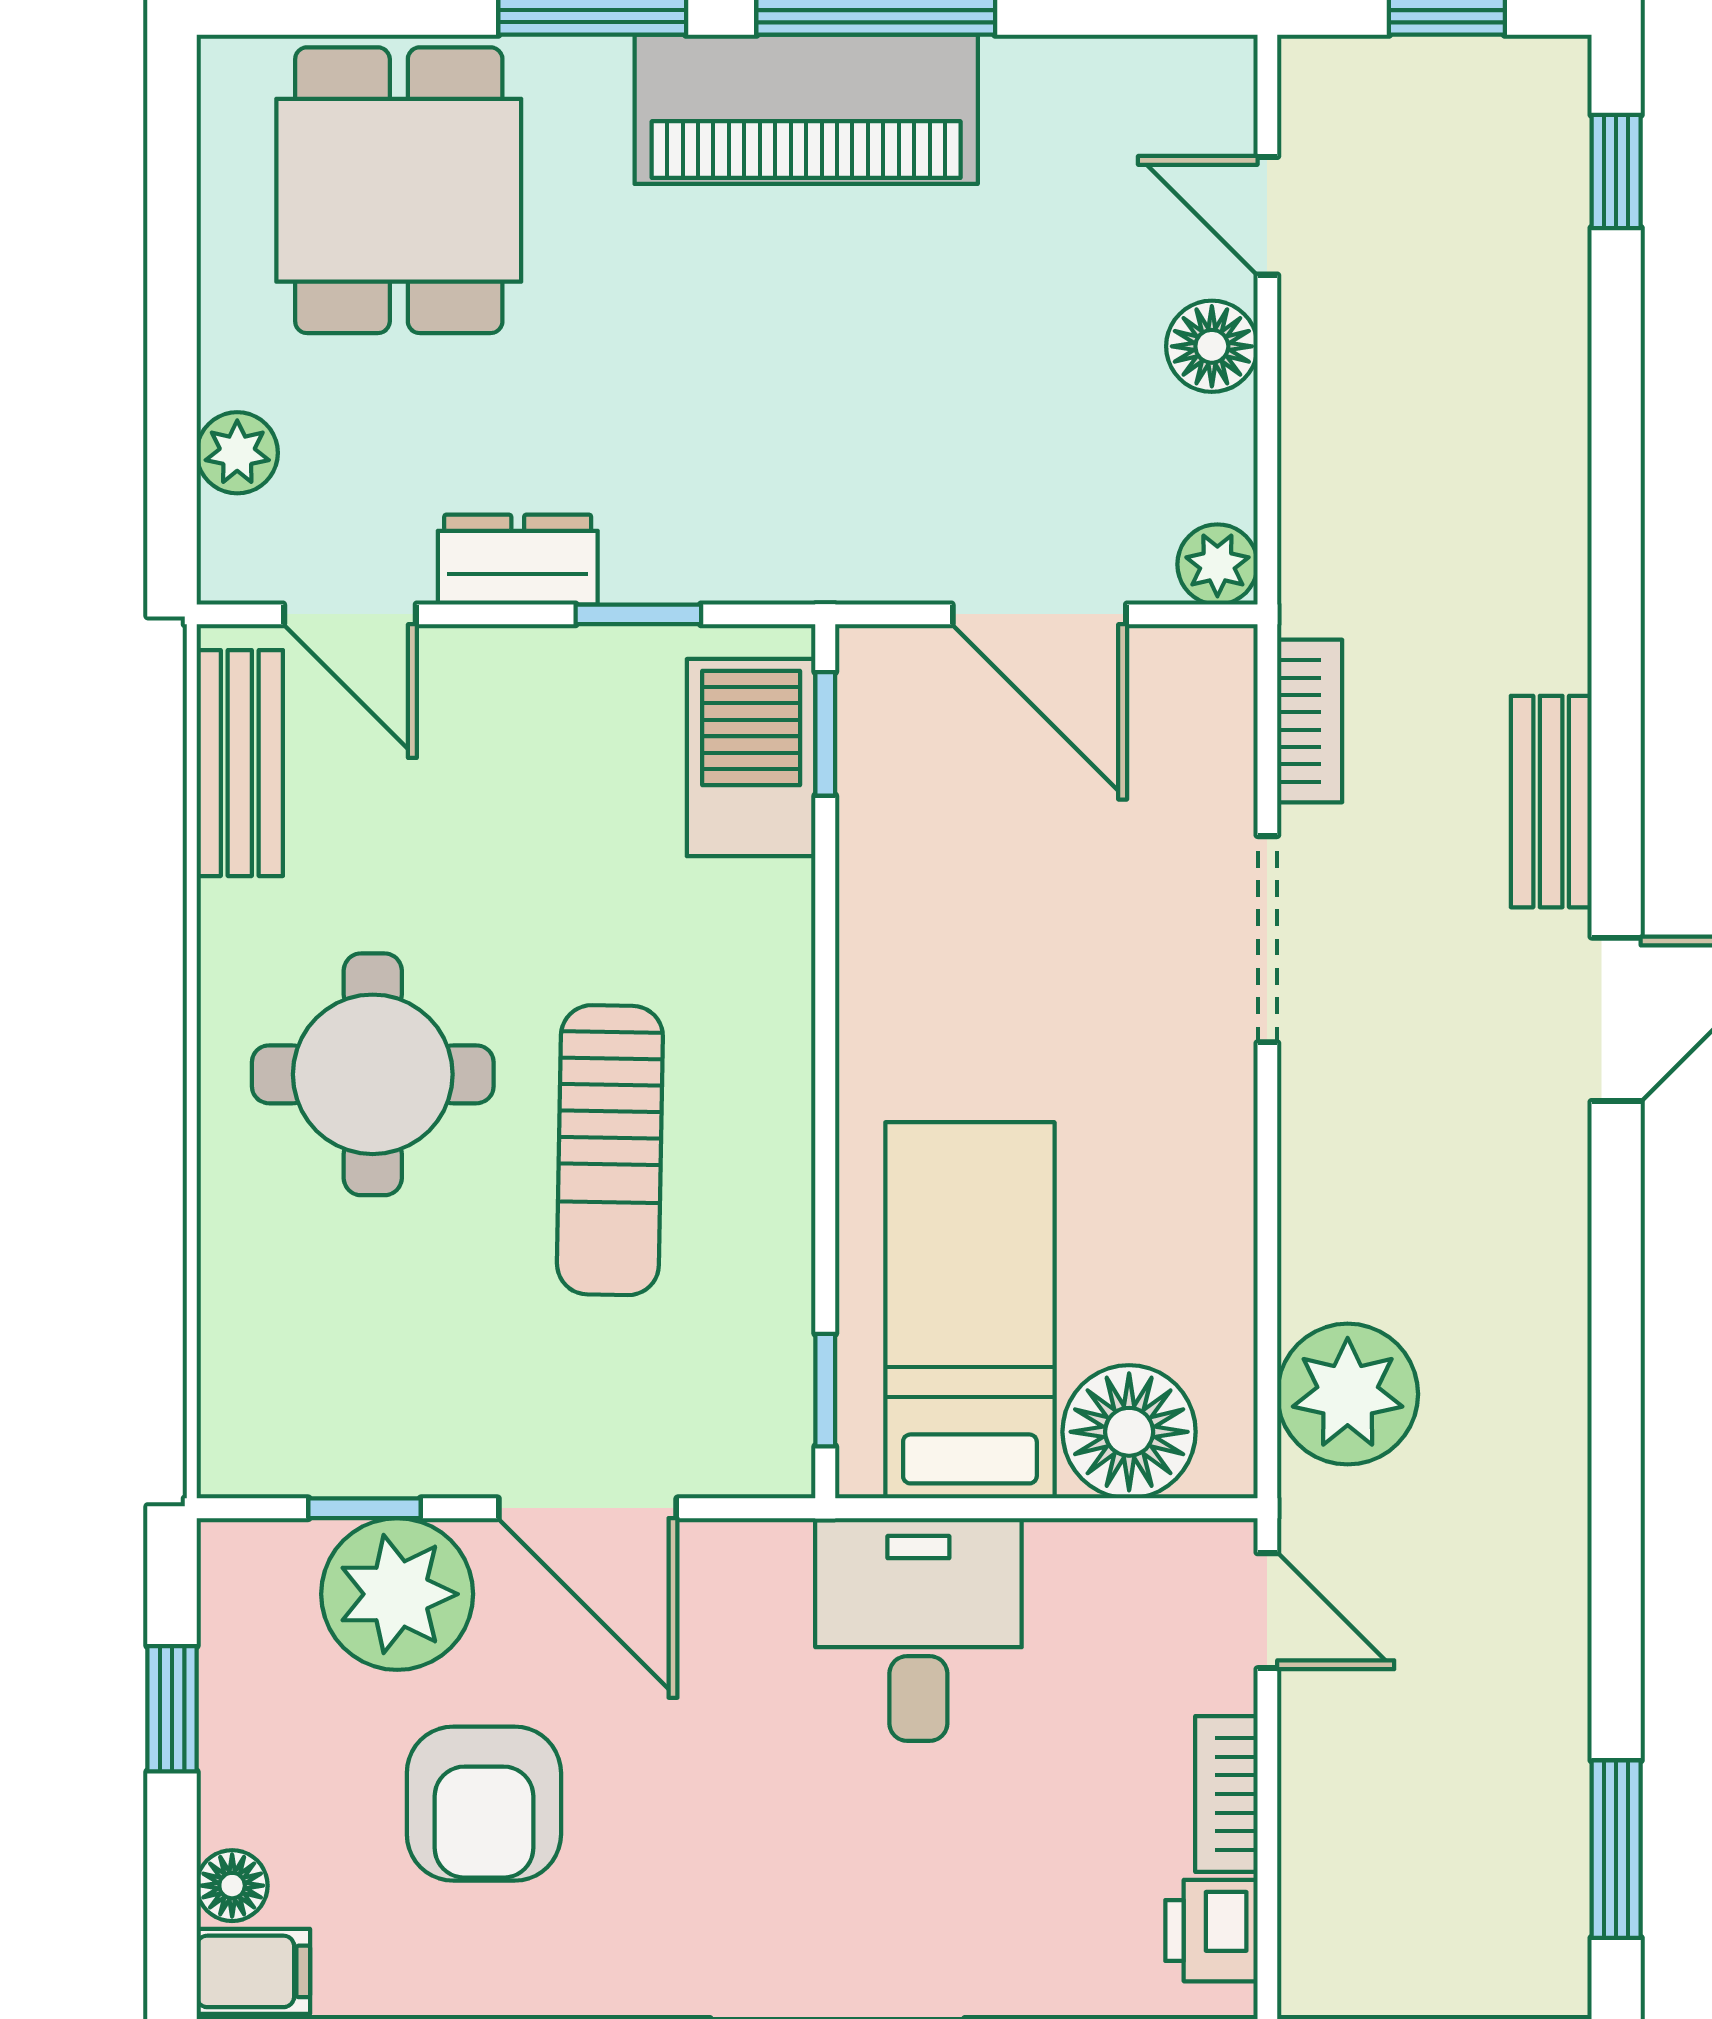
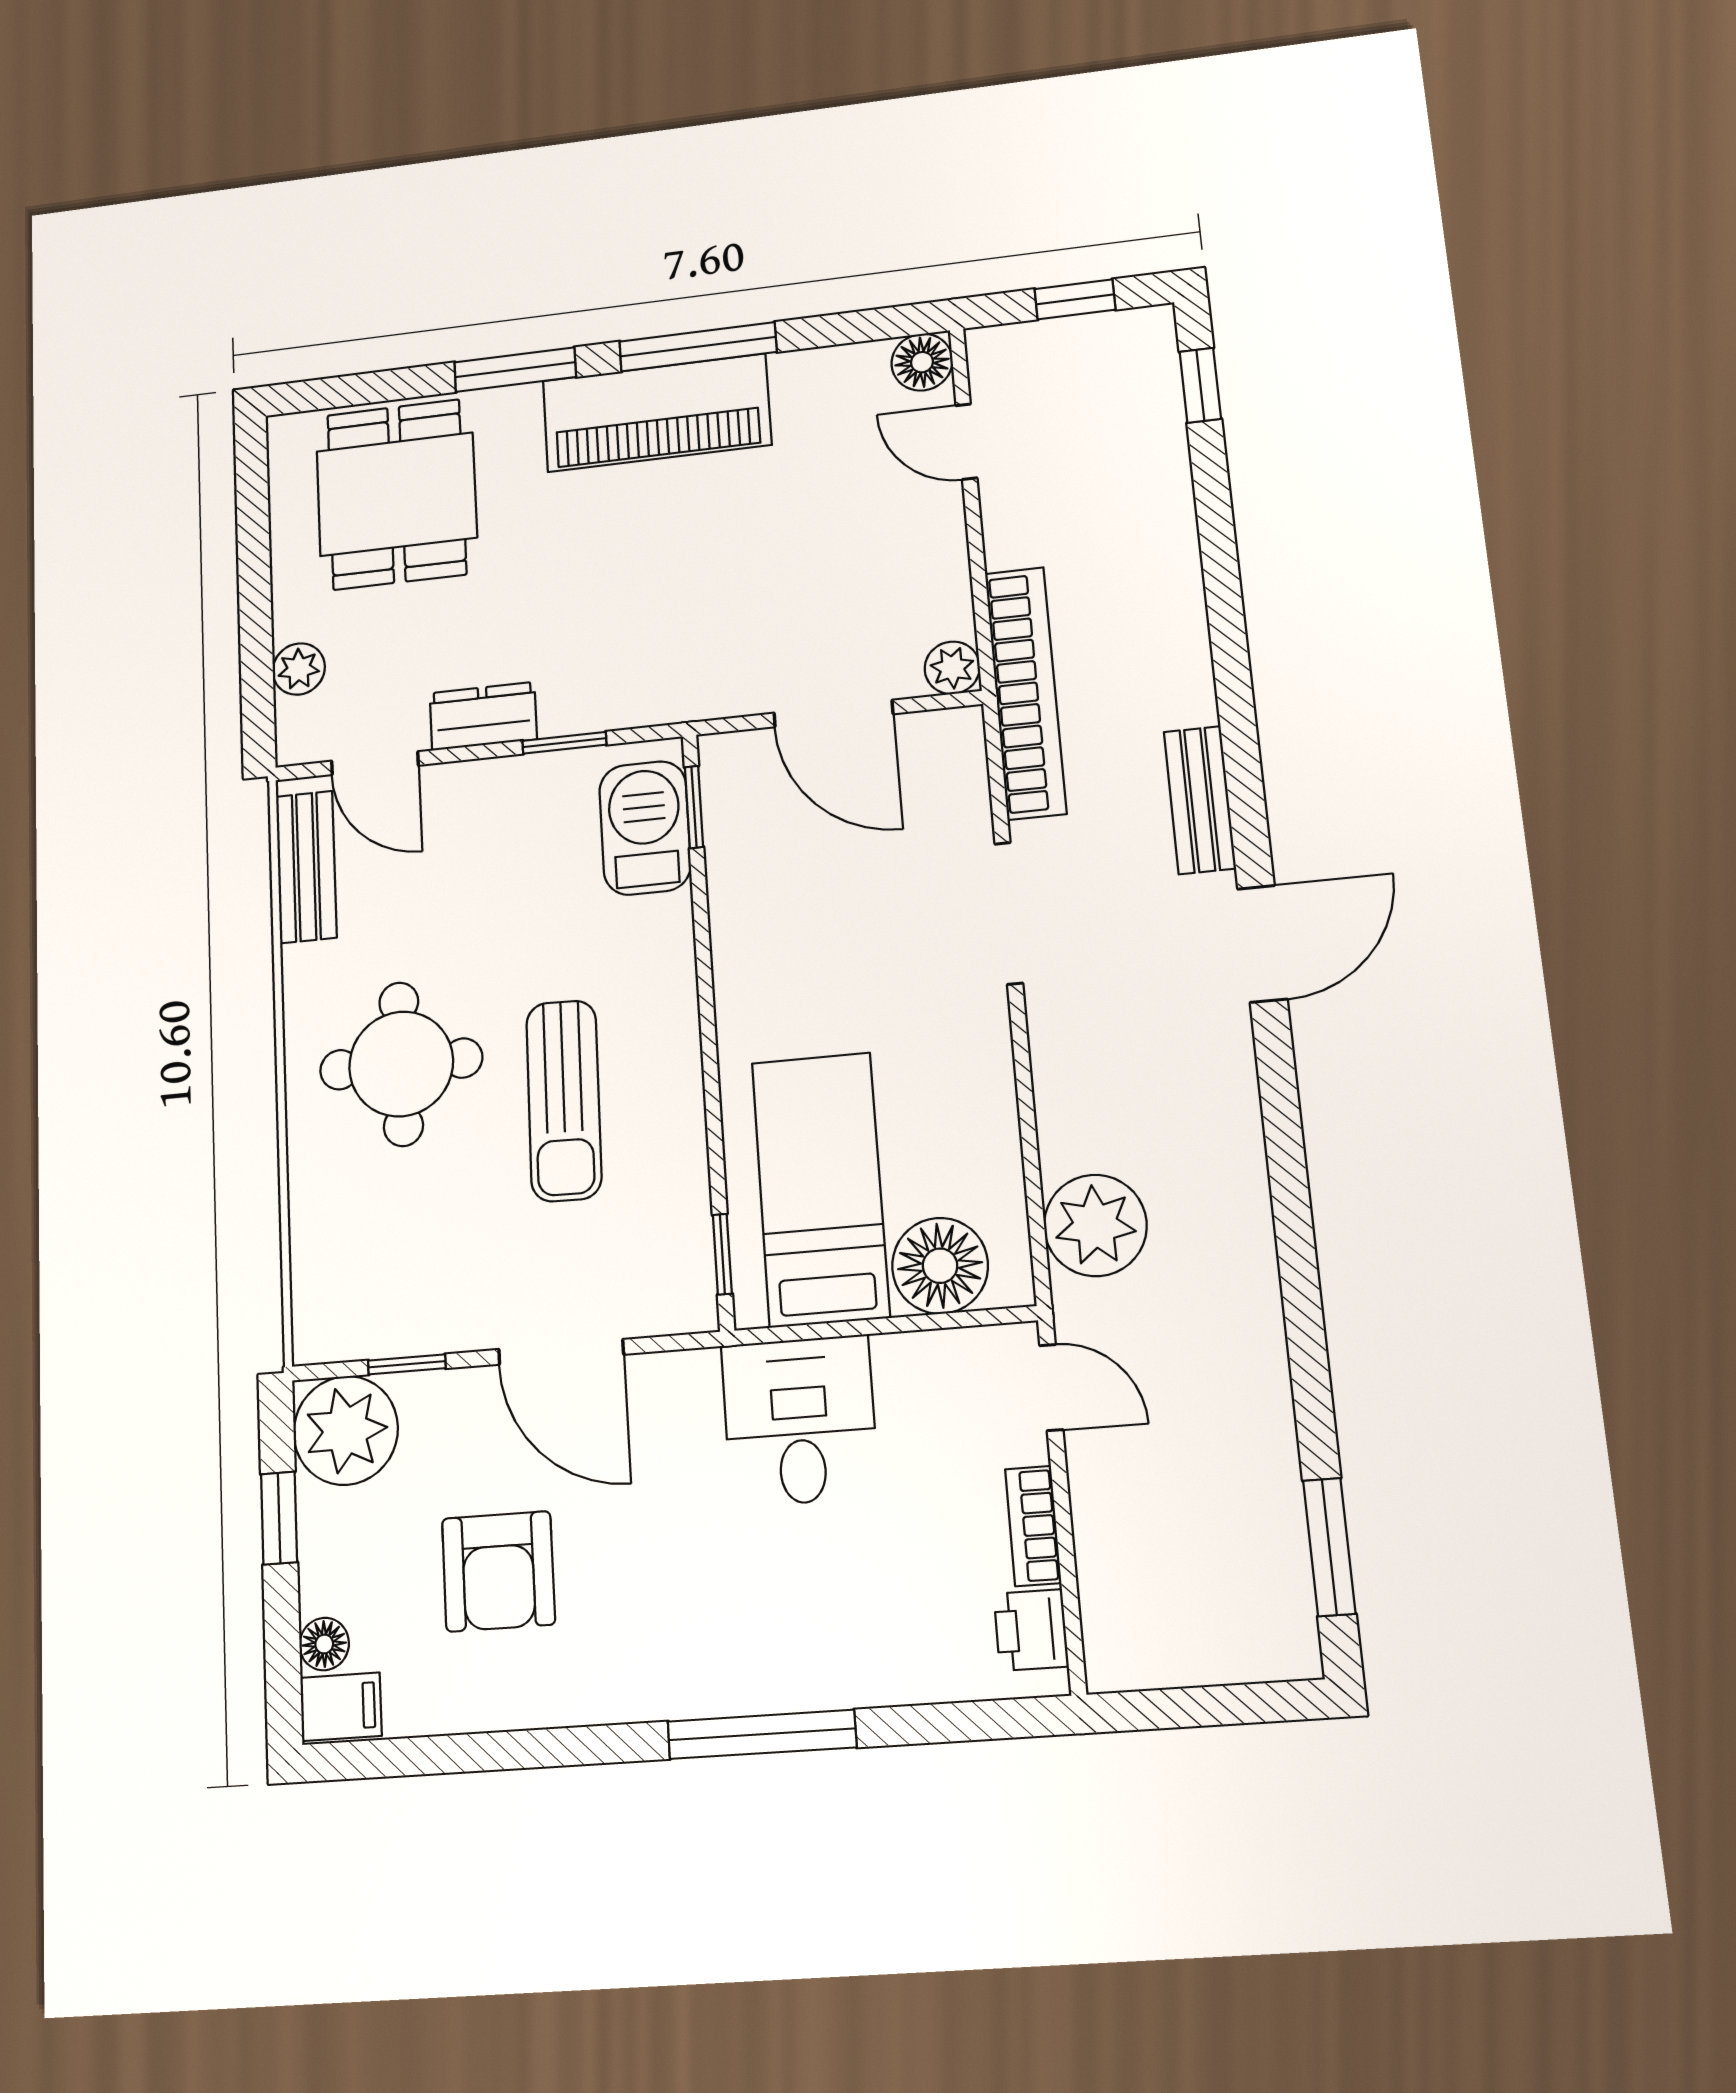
floor lamp: (1212, 346) -> (922, 362), moved
bookcase: (1310, 721) -> (1026, 693), width x2.31, depth x1.31
plant: (397, 1594) -> (346, 1430), moved

